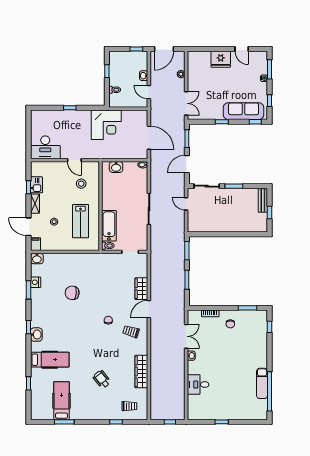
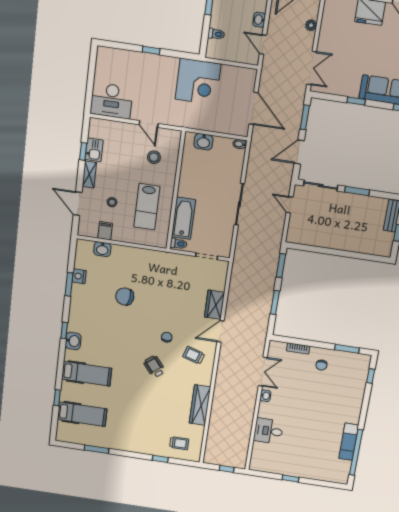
filing cabinet: (36, 244) -> (105, 231), moved
washbasin: (37, 259) -> (102, 249), moved
wheelchair: (102, 379) -> (154, 367), moved
hospital bed: (62, 401) -> (82, 414), moved, turned 90

